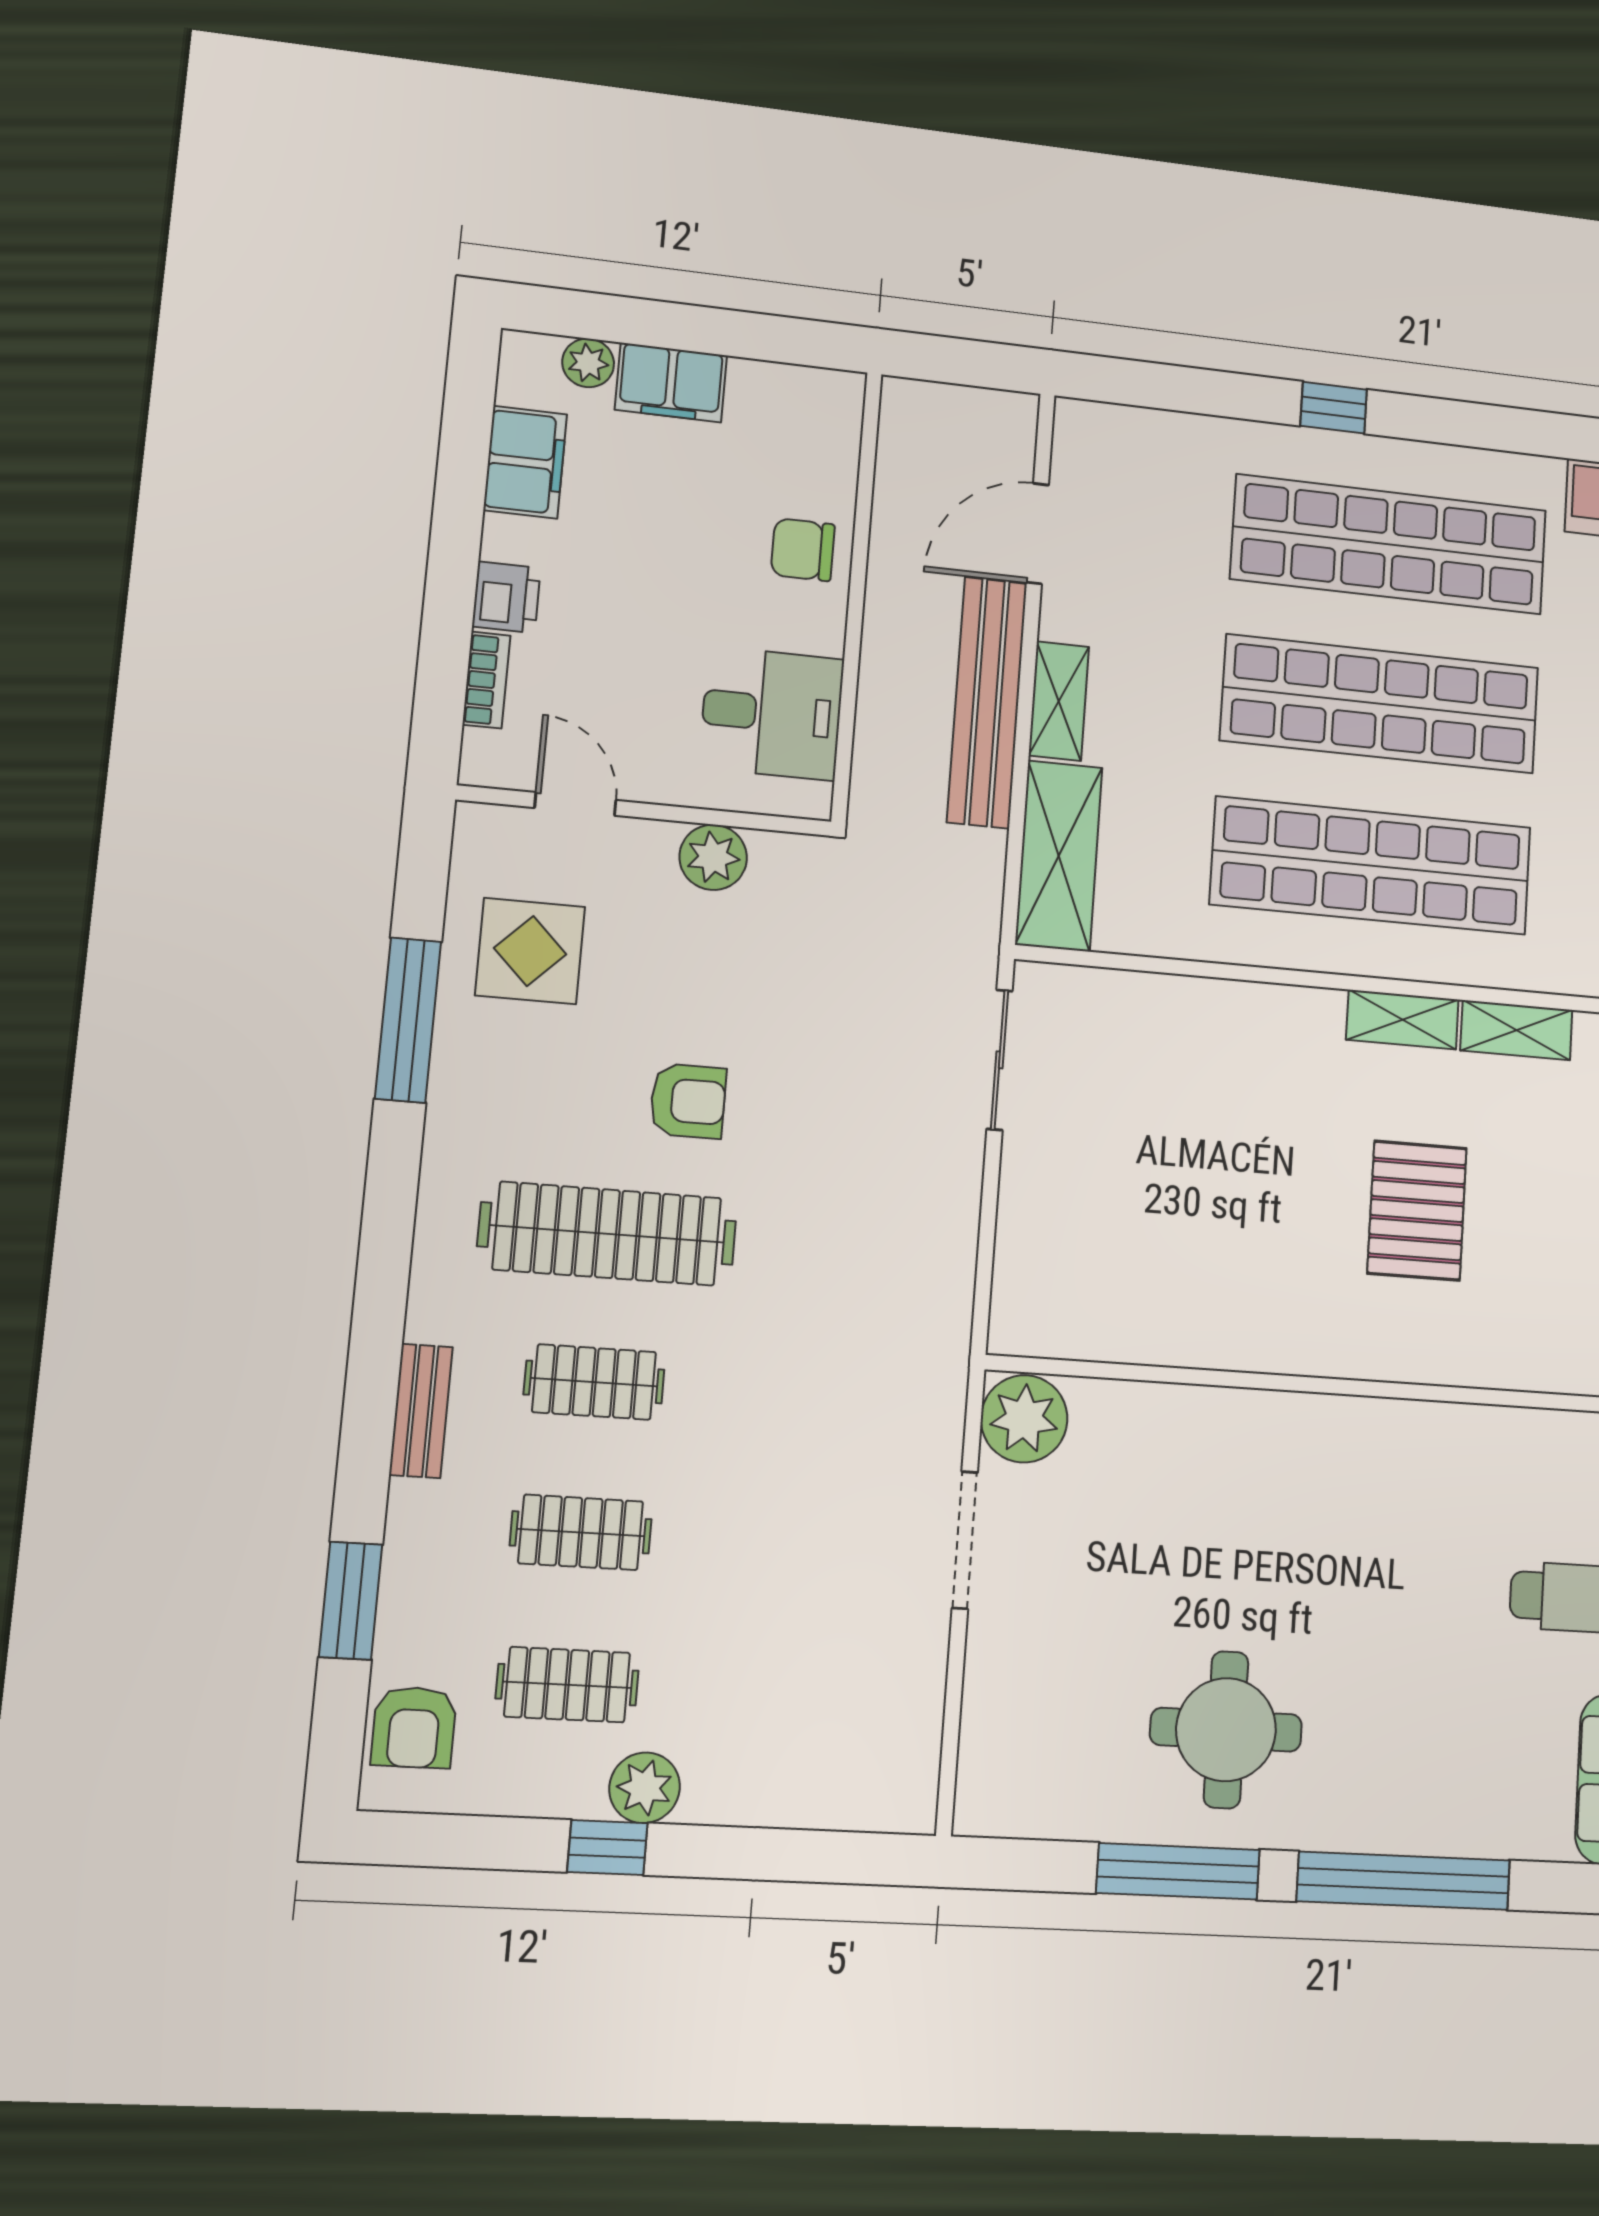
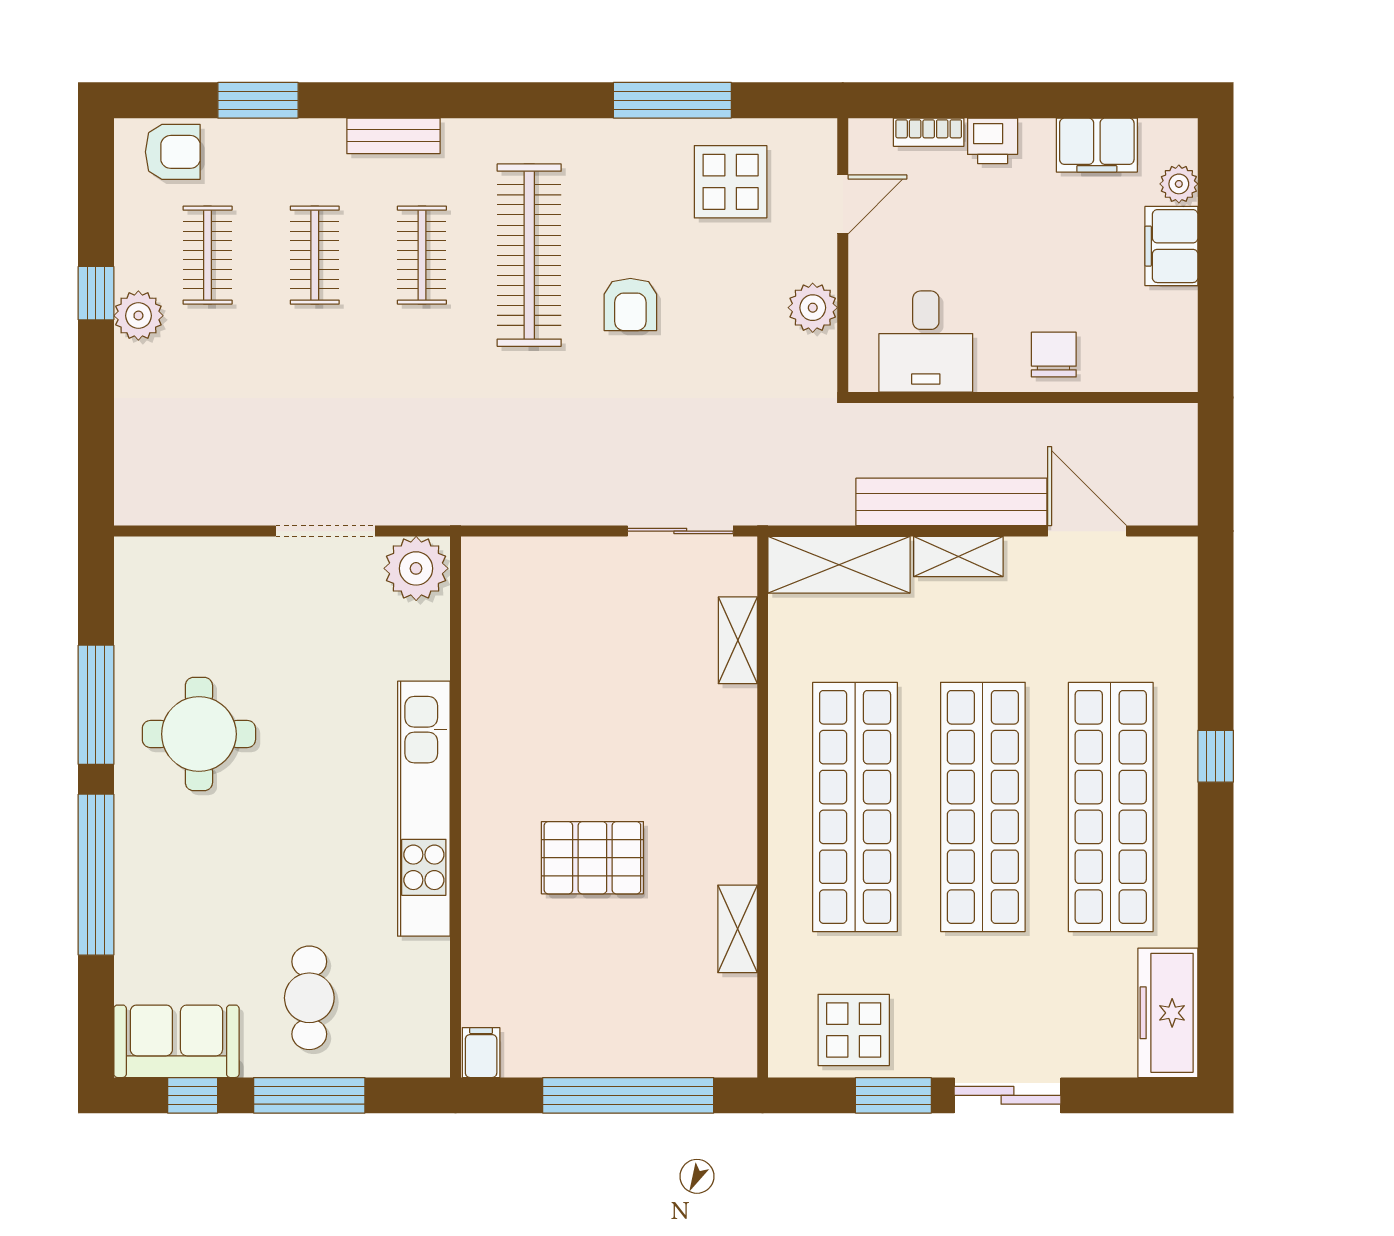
shelving: (1402, 1020) -> (738, 640), moved
kitchen unit: (1342, 1429) -> (424, 809), added
armchair: (414, 1727) -> (173, 152), turned 180

